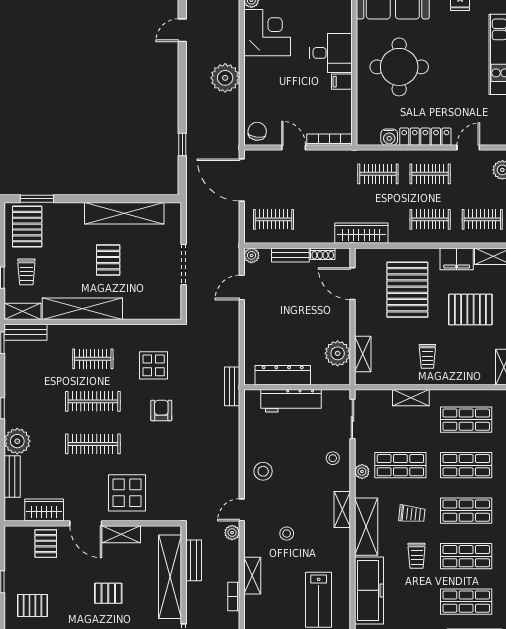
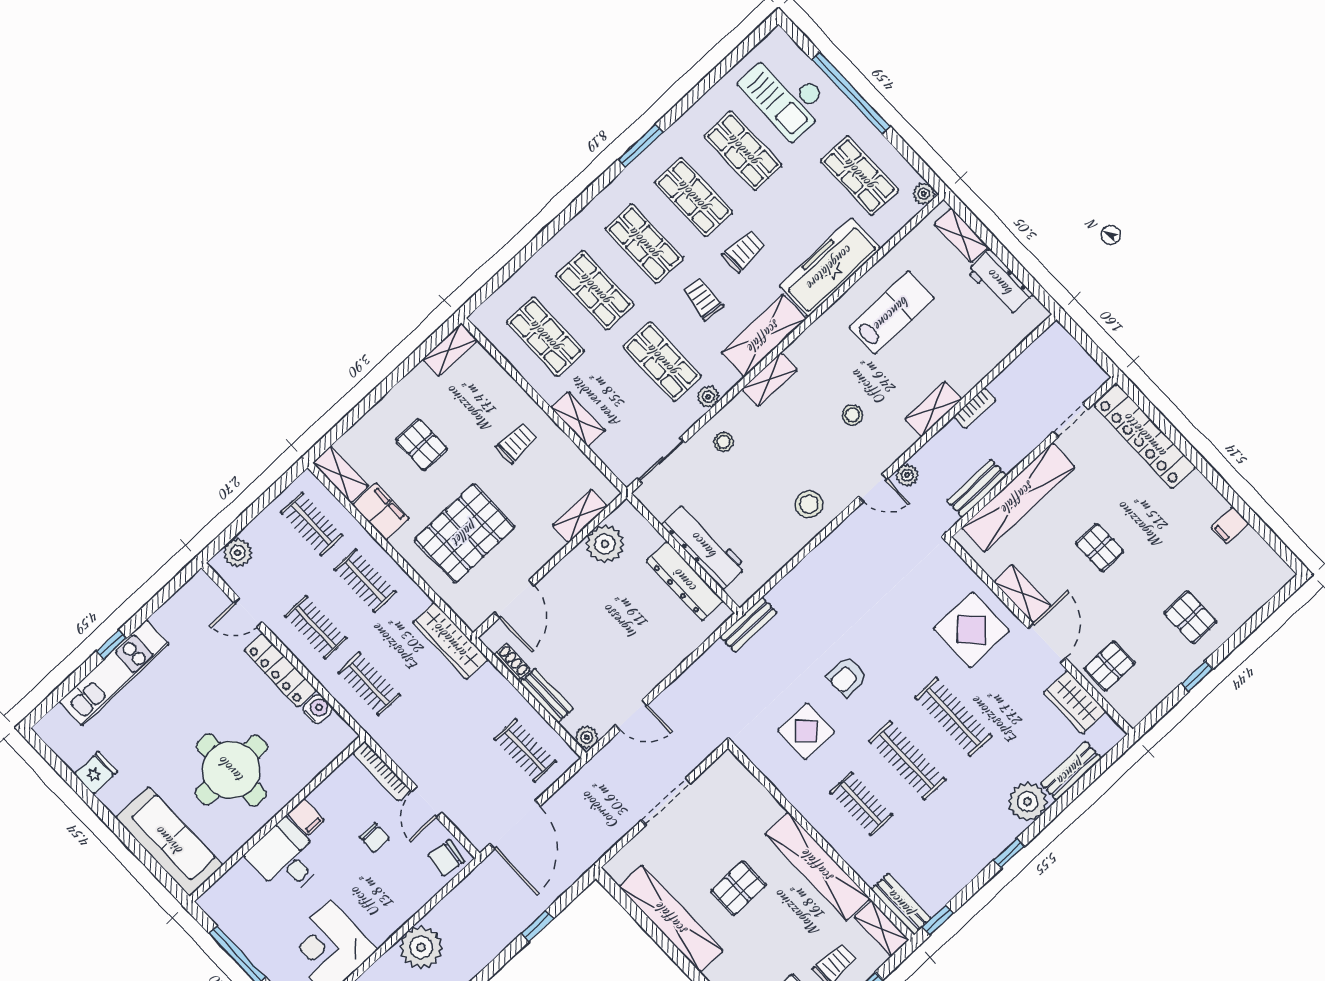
chair: (300, 106) -> (375, 838), added
pallet: (470, 310) -> (422, 445), width x0.67, depth x0.71

